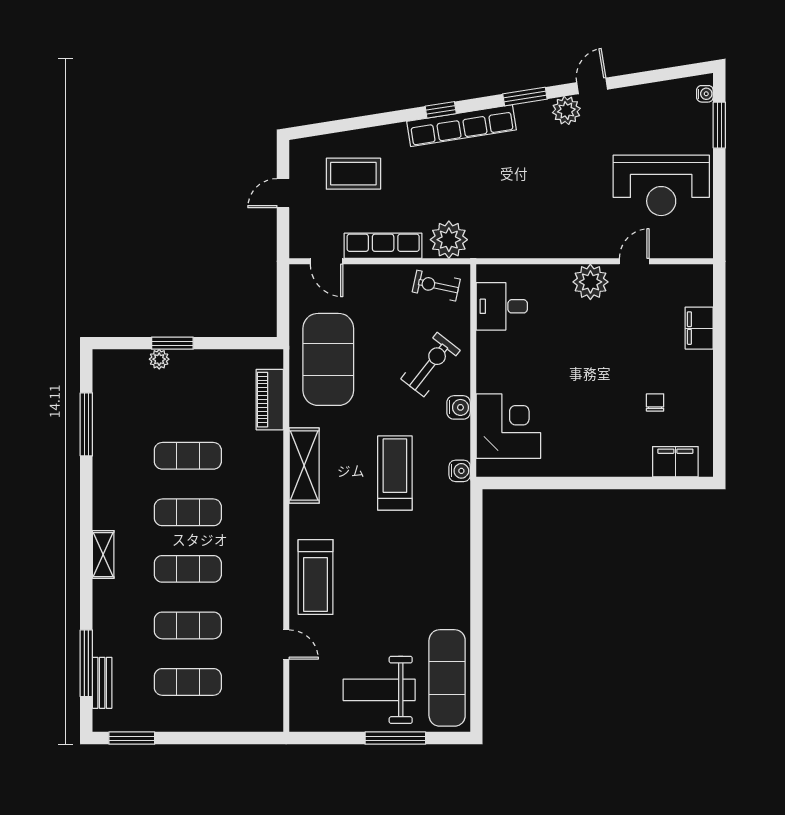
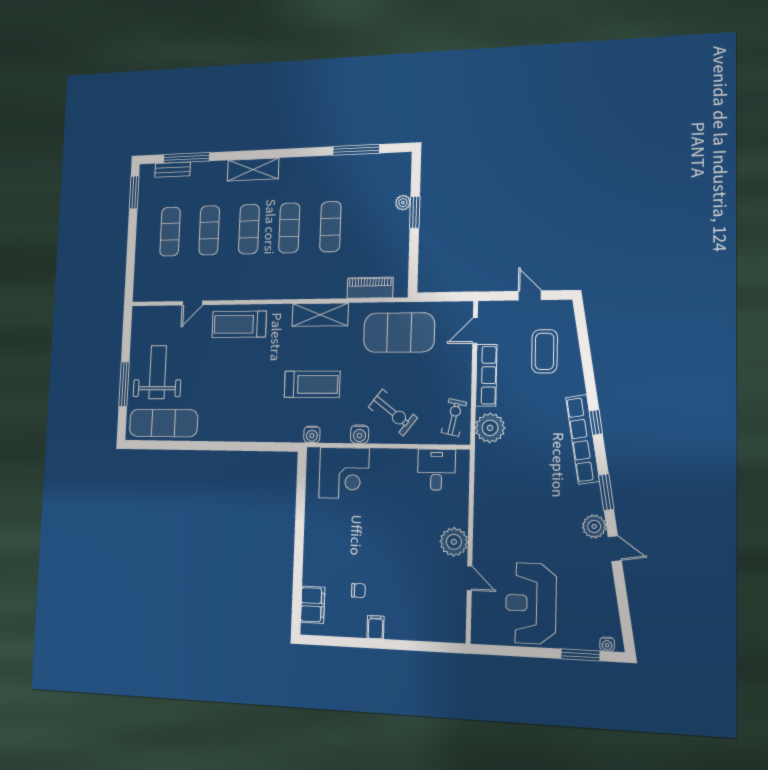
filing cabinet: (699, 328) -> (375, 627), moved, width x0.50
shelving: (103, 555) -> (253, 169), width x1.50, depth x1.33

